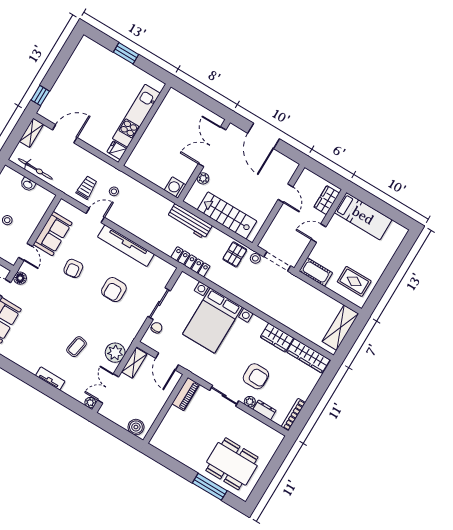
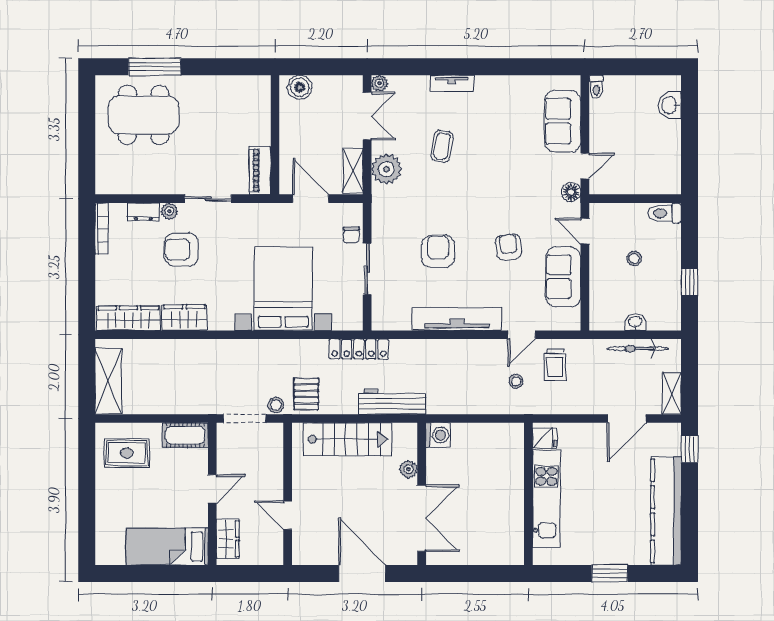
kitchen counter: (74, 69) -> (666, 511), added

